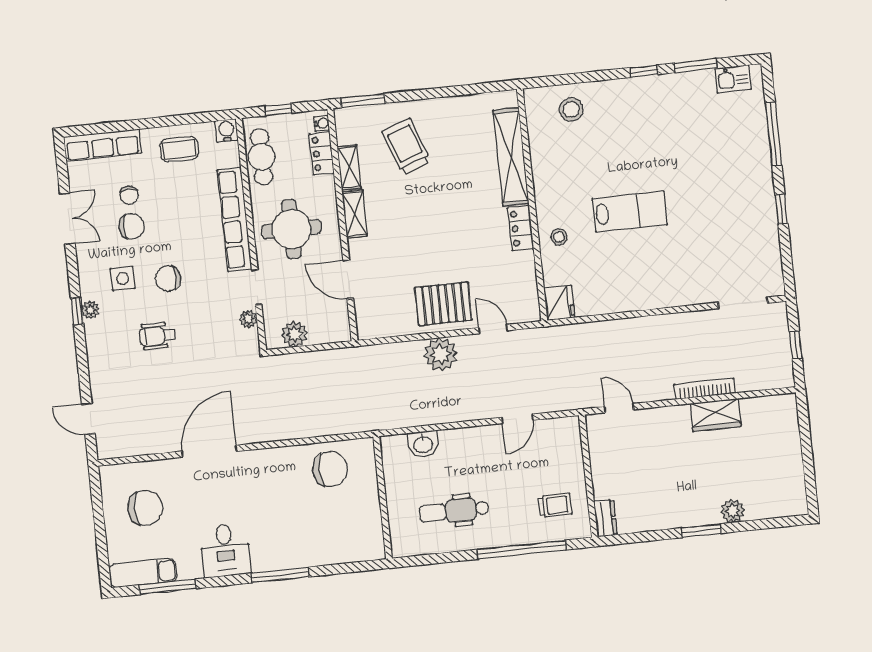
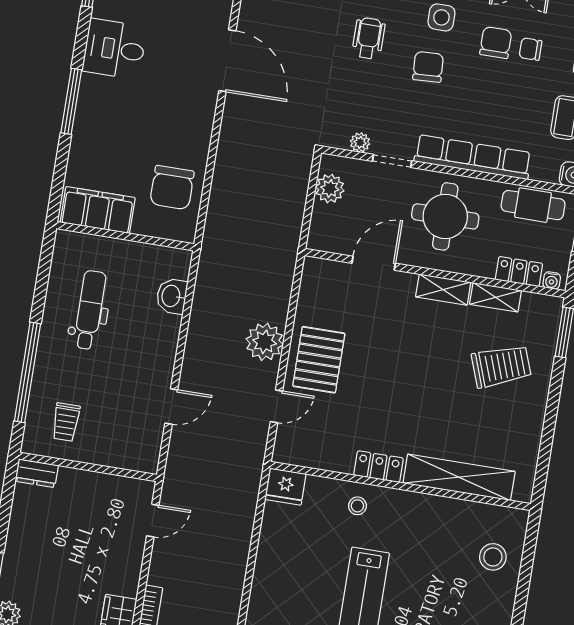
chair: (132, 226) -> (496, 43), turned 180
door: (517, 419) -> (171, 407), swing flipped
filing cabinet: (367, 527) -> (98, 210), added

